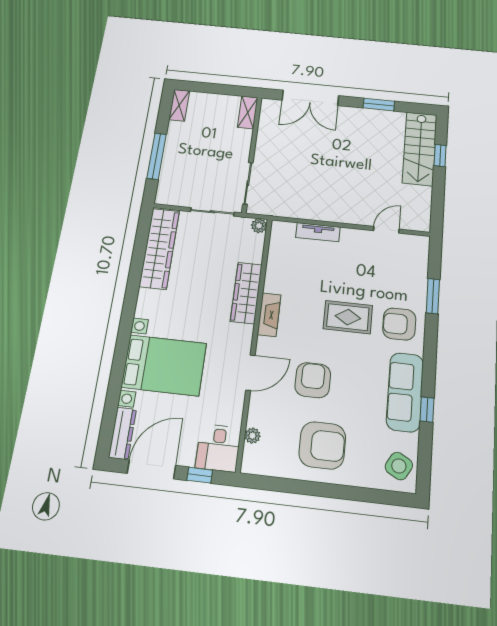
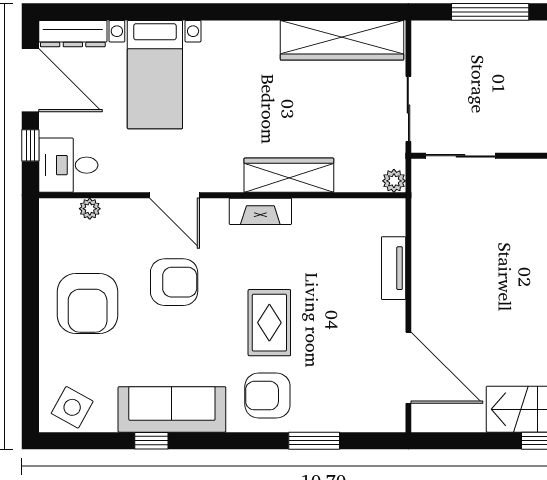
door: (386, 230) -> (408, 368), width x1.87
armchair: (399, 324) -> (267, 396), turned -90
bed with nightstands: (164, 365) -> (155, 75), width x0.73

